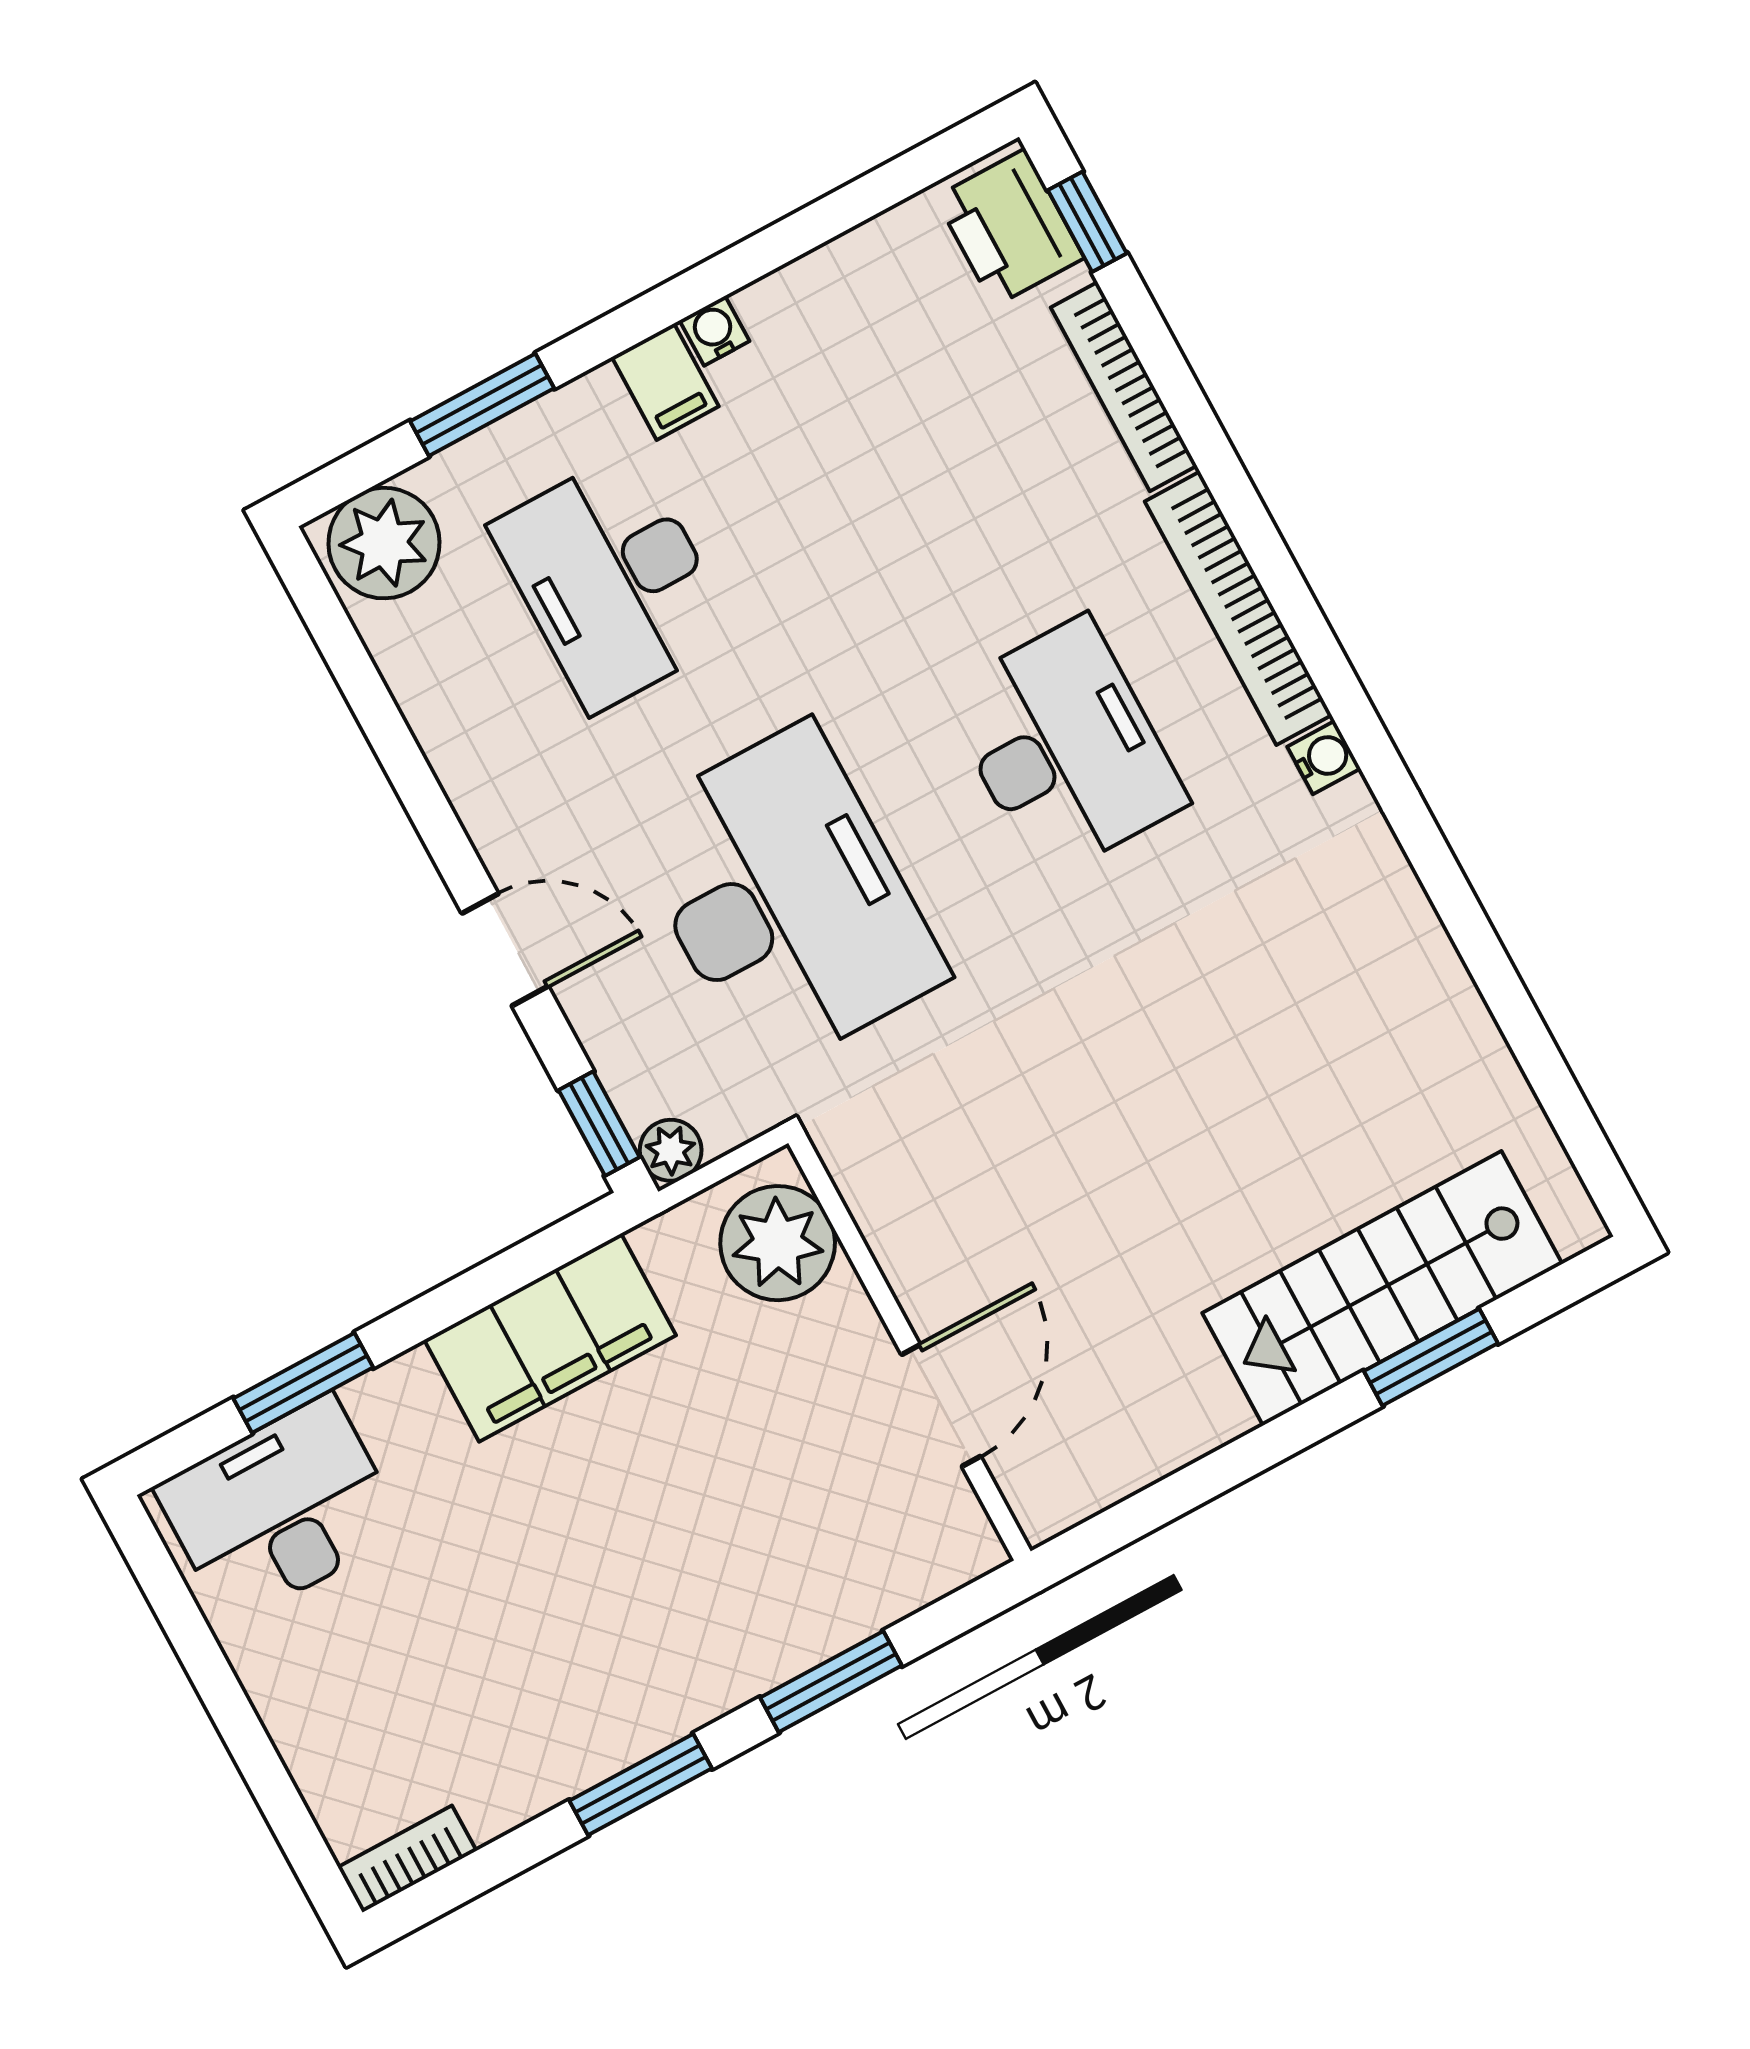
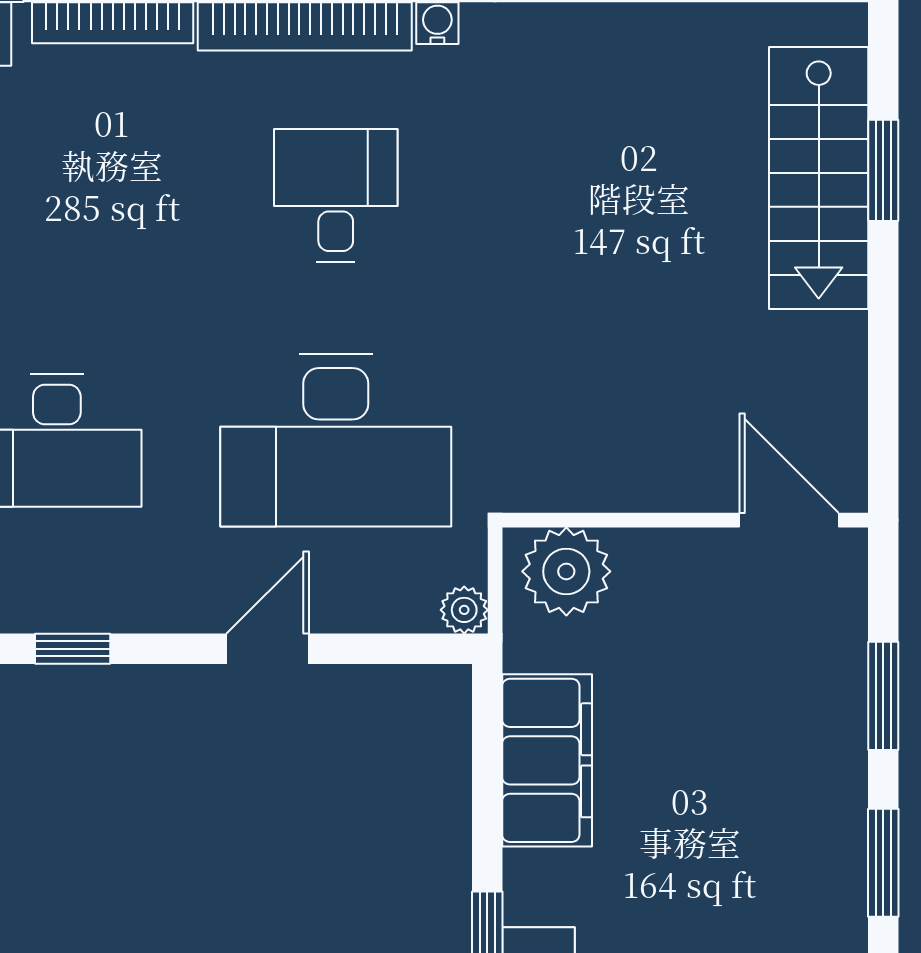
desk: (1064, 748) -> (336, 195), width x0.73
desk: (785, 899) -> (336, 440), turned 180
window: (599, 1124) -> (73, 649), moved
door: (941, 1405) -> (789, 520), moved

